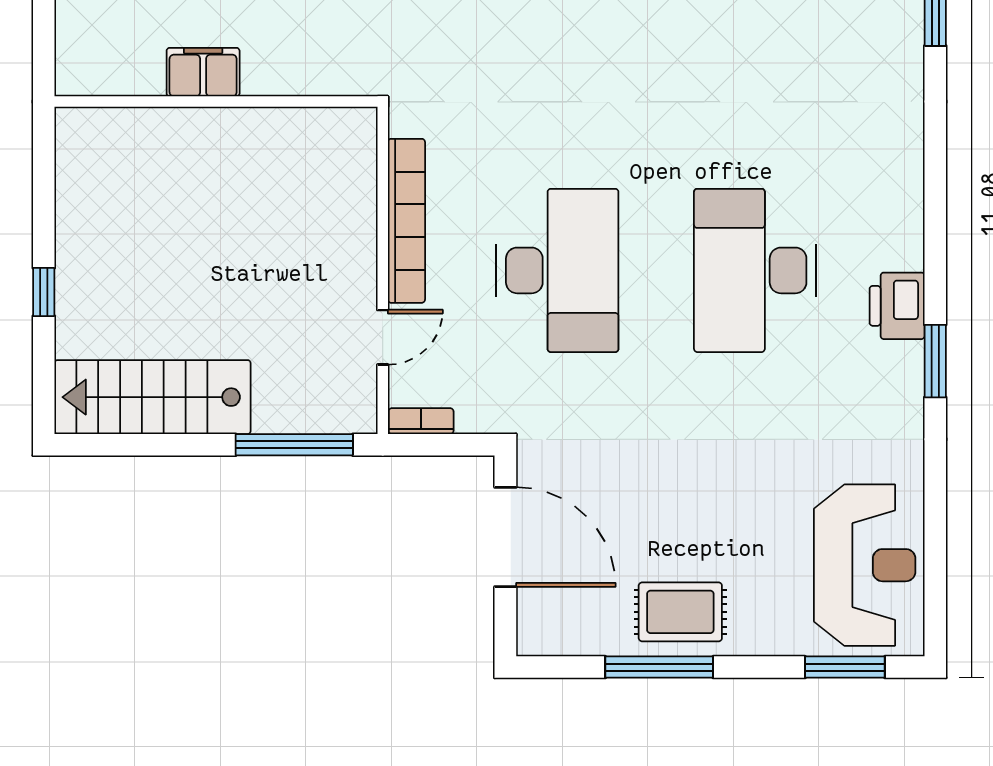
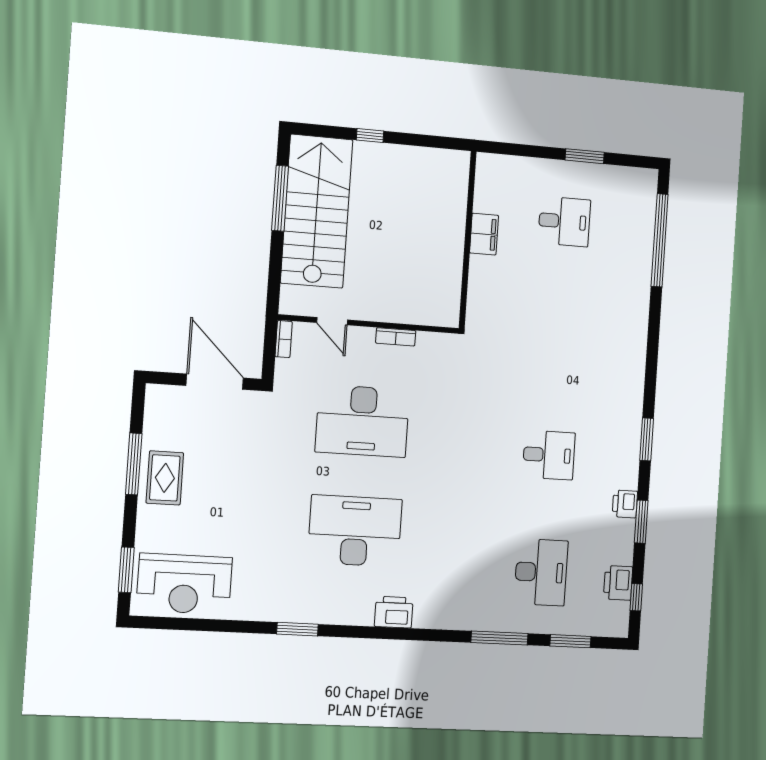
bookcase: (406, 221) -> (396, 337), width x0.43, depth x0.76
printer: (897, 306) -> (394, 612), moved
stairs: (153, 397) -> (317, 211), width x1.36, depth x1.51
window: (294, 445) -> (280, 198), moved
door: (505, 537) -> (215, 382), swing flipped

